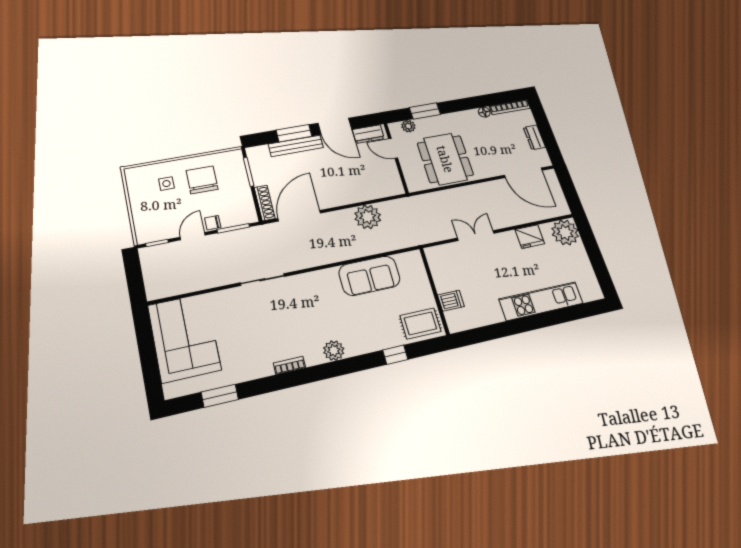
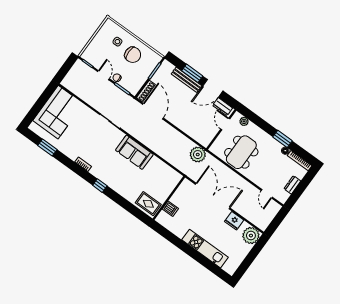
window: (425, 111) -> (282, 139), moved
door: (335, 126) -> (213, 88), hinge flipped
door: (523, 173) -> (267, 194), width x0.53
chair: (202, 180) -> (133, 55), turned 90
door: (299, 216) -> (153, 111), hinge flipped
plant: (368, 217) -> (198, 155), moved
door: (193, 236) -> (104, 75), hinge flipped
double door: (476, 236) -> (213, 196), width x1.87
sofa: (369, 276) -> (134, 152), moved
plant: (334, 351) -> (105, 177), removed
window: (395, 355) -> (100, 186), moved

